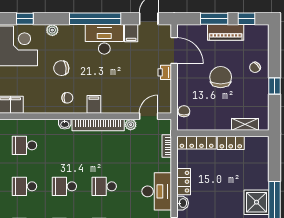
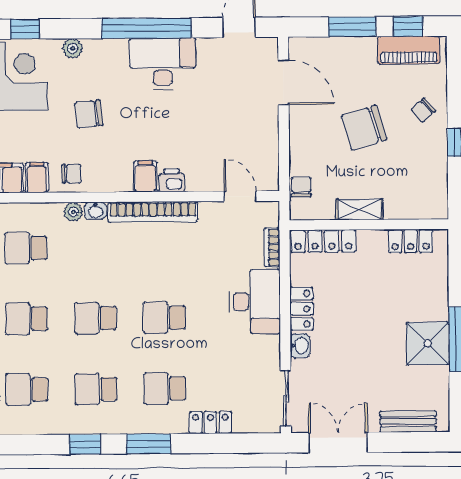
piano: (226, 32) -> (409, 50), moved
filing cabinet: (131, 33) -> (37, 178), moved, turned 180
printer: (165, 72) -> (172, 180), moved, turned 90
chair: (221, 77) -> (364, 128), turned -107
chair: (67, 98) -> (72, 174), moved
door: (149, 116) -> (240, 196), hinge flipped
shelving: (245, 124) -> (359, 209), moved
plant: (131, 125) -> (73, 212), moved
locker: (231, 143) -> (410, 241), moved
desk: (157, 191) -> (255, 302), moved

